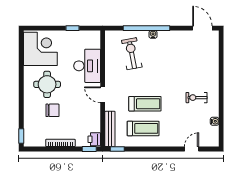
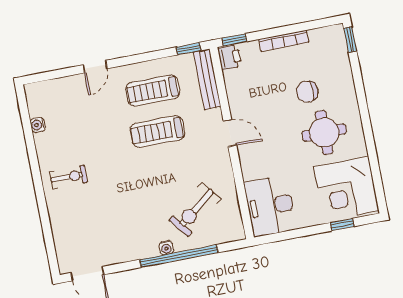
window: (72, 28) -> (342, 225), moved
exercise bike: (132, 54) -> (195, 210), turned 63
desk: (87, 66) -> (270, 206), moved
exercise bike: (197, 98) -> (68, 177), moved
door: (192, 149) -> (95, 67), moved

